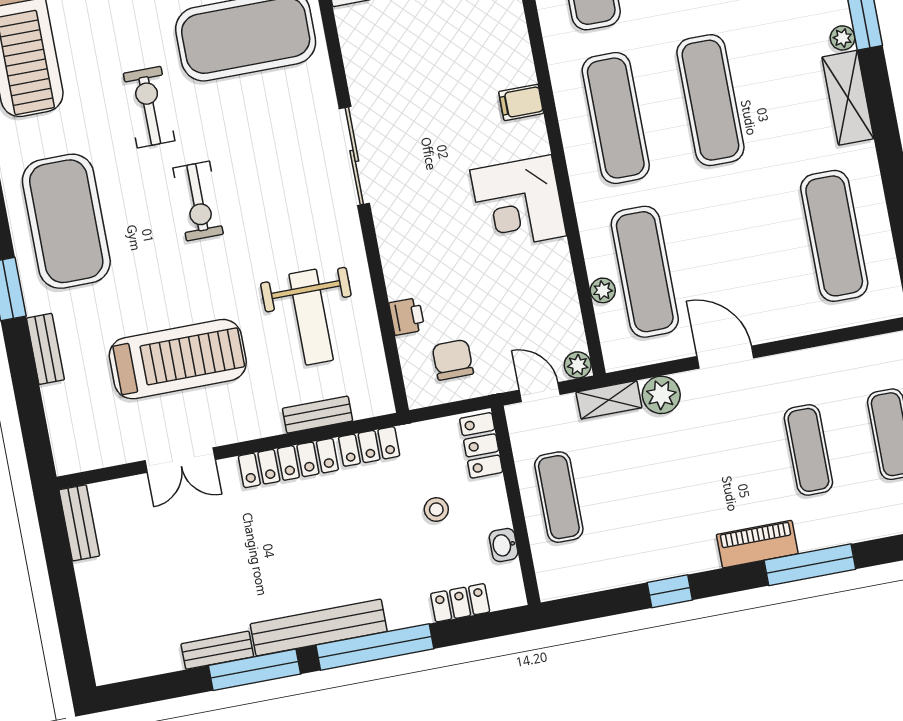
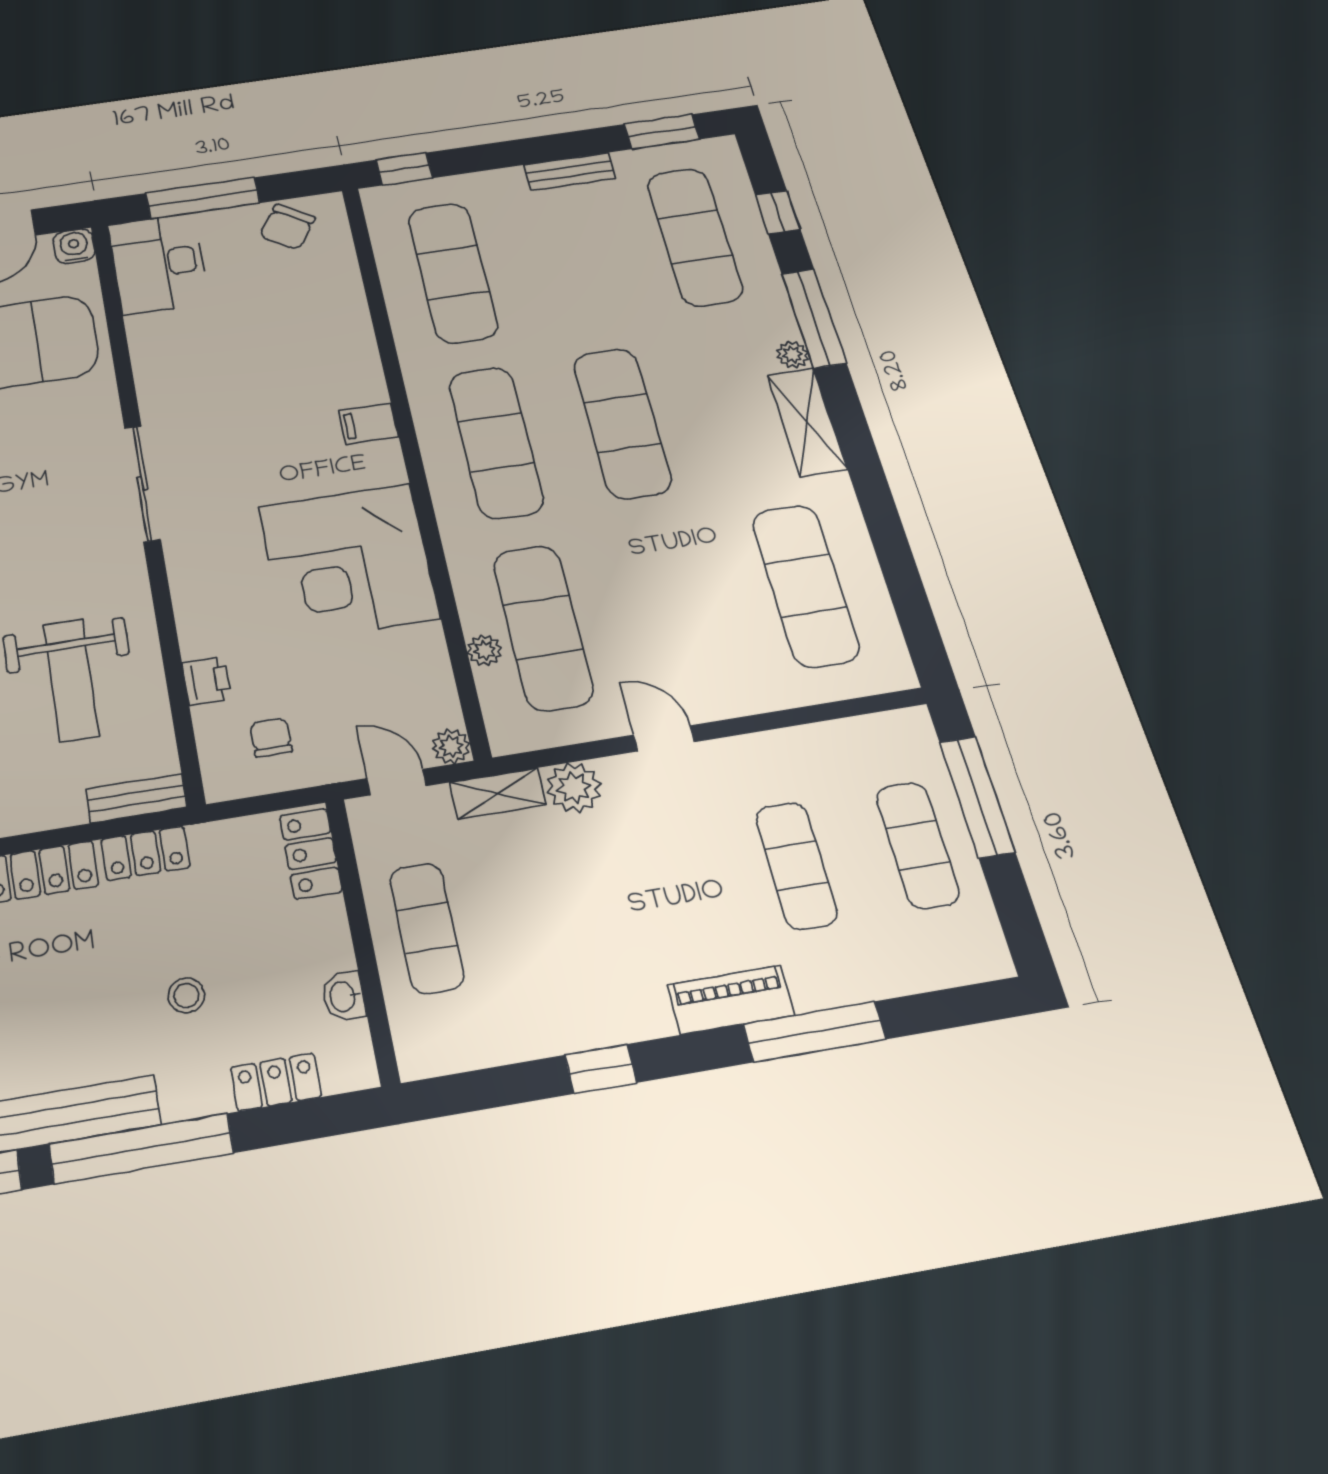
corner desk: (518, 203) -> (348, 562), width x1.36, depth x1.36
door: (725, 357) -> (664, 738), width x0.73
chair: (453, 360) -> (271, 738), width x0.73, depth x0.73
bench: (317, 415) -> (136, 798), moved
stool: (436, 509) -> (186, 995), moved

